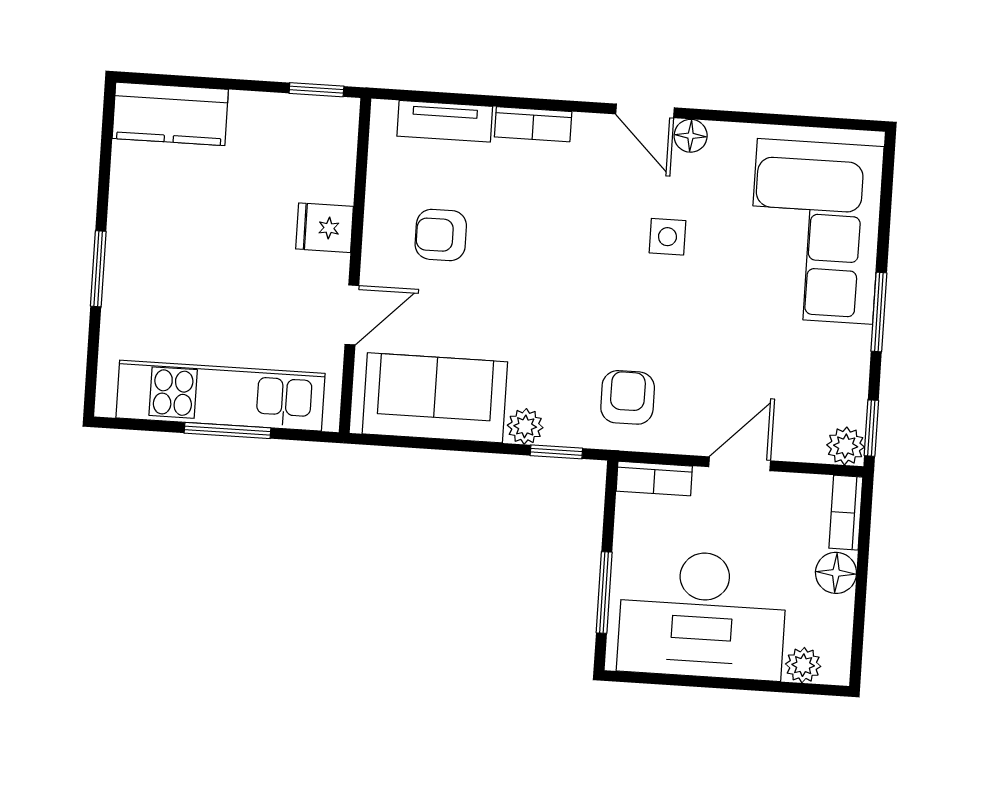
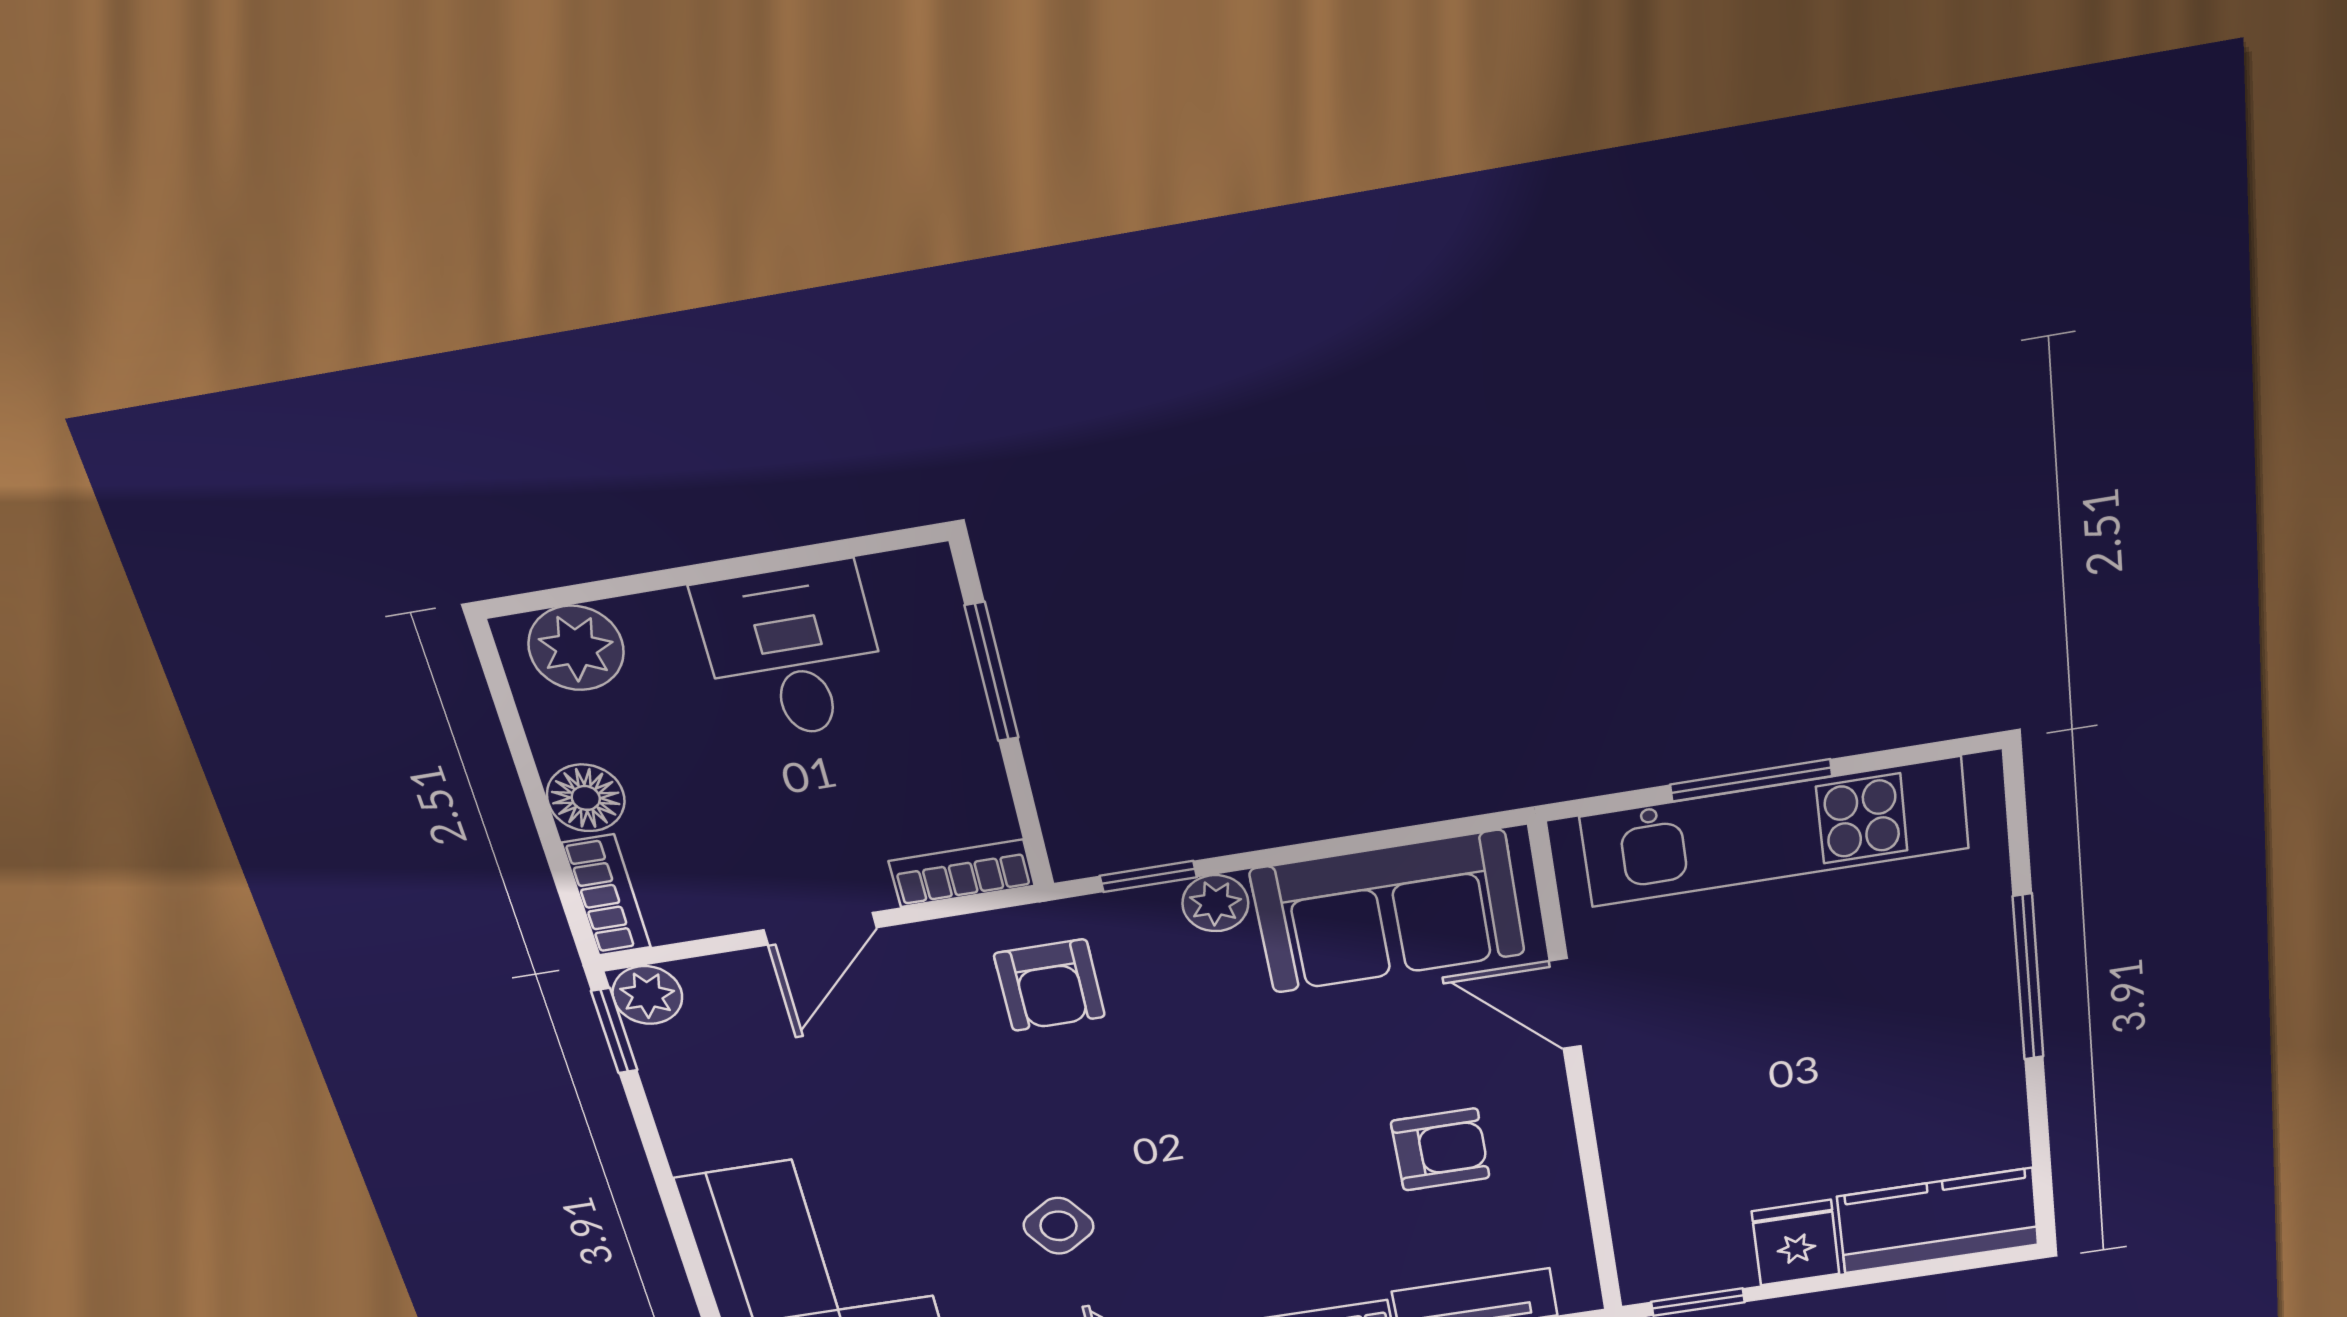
fridge: (325, 228) -> (1796, 1243), moved, turned -90
side table: (667, 237) -> (1059, 1226), turned -34
window: (98, 269) -> (2028, 977), width x1.44
window: (879, 312) -> (670, 1197), removed
door: (352, 315) -> (1565, 1004), hinge flipped
desk: (702, 615) -> (793, 652), width x0.53, depth x0.77
plant: (803, 665) -> (576, 648), width x1.38, depth x1.38

